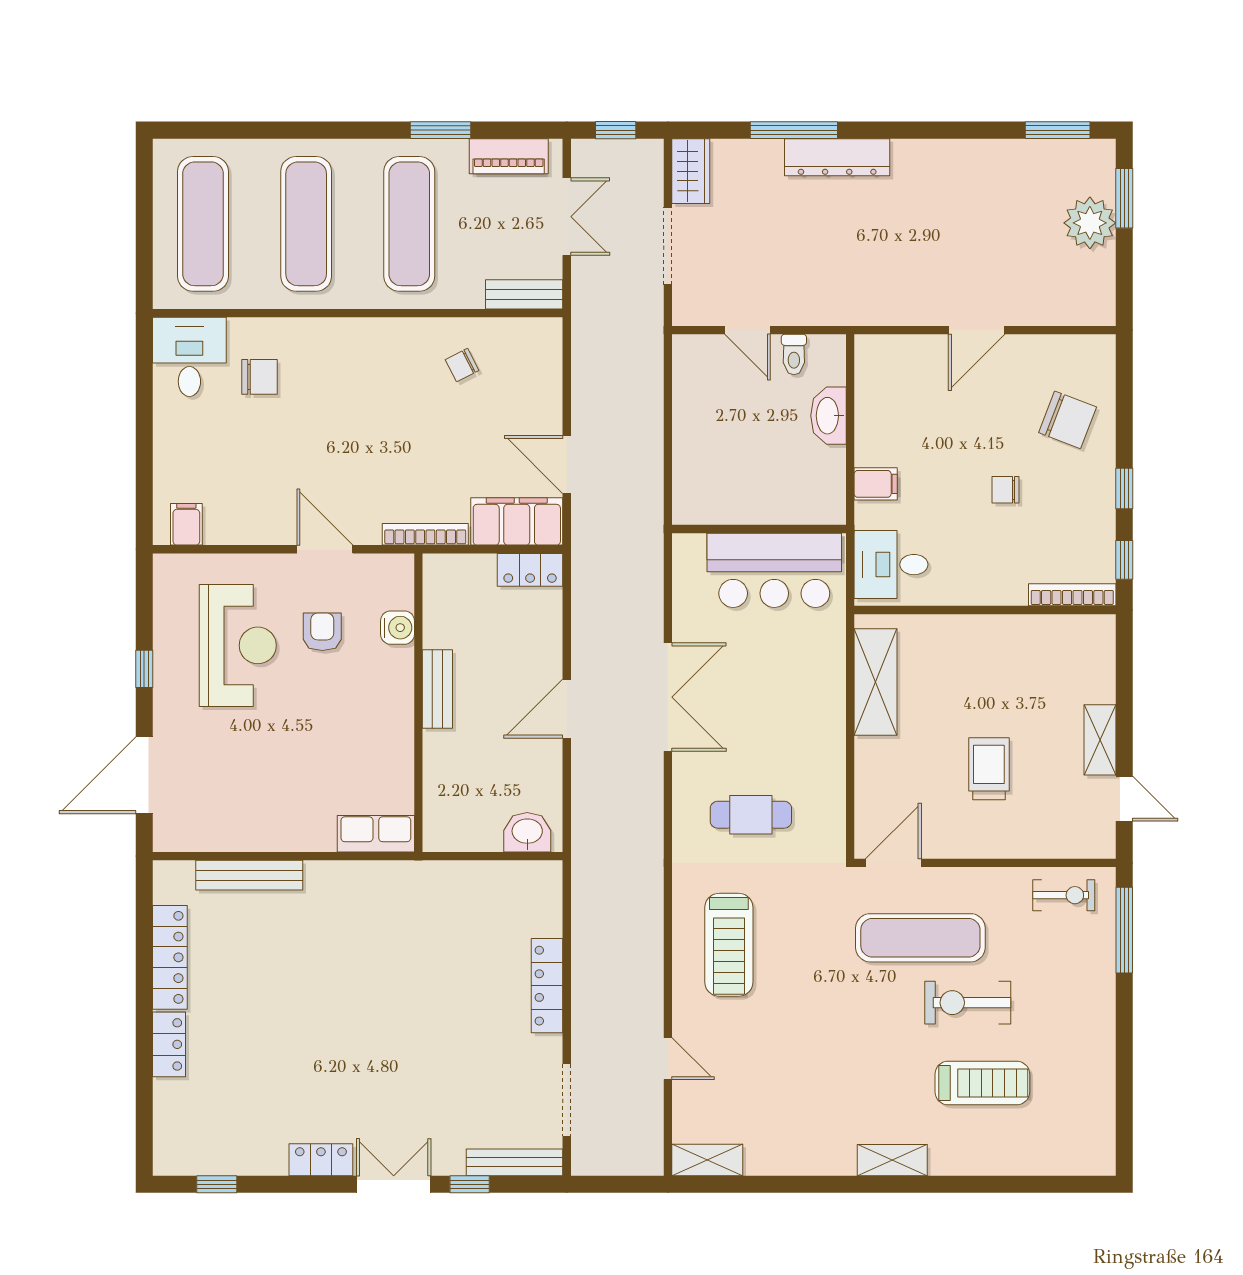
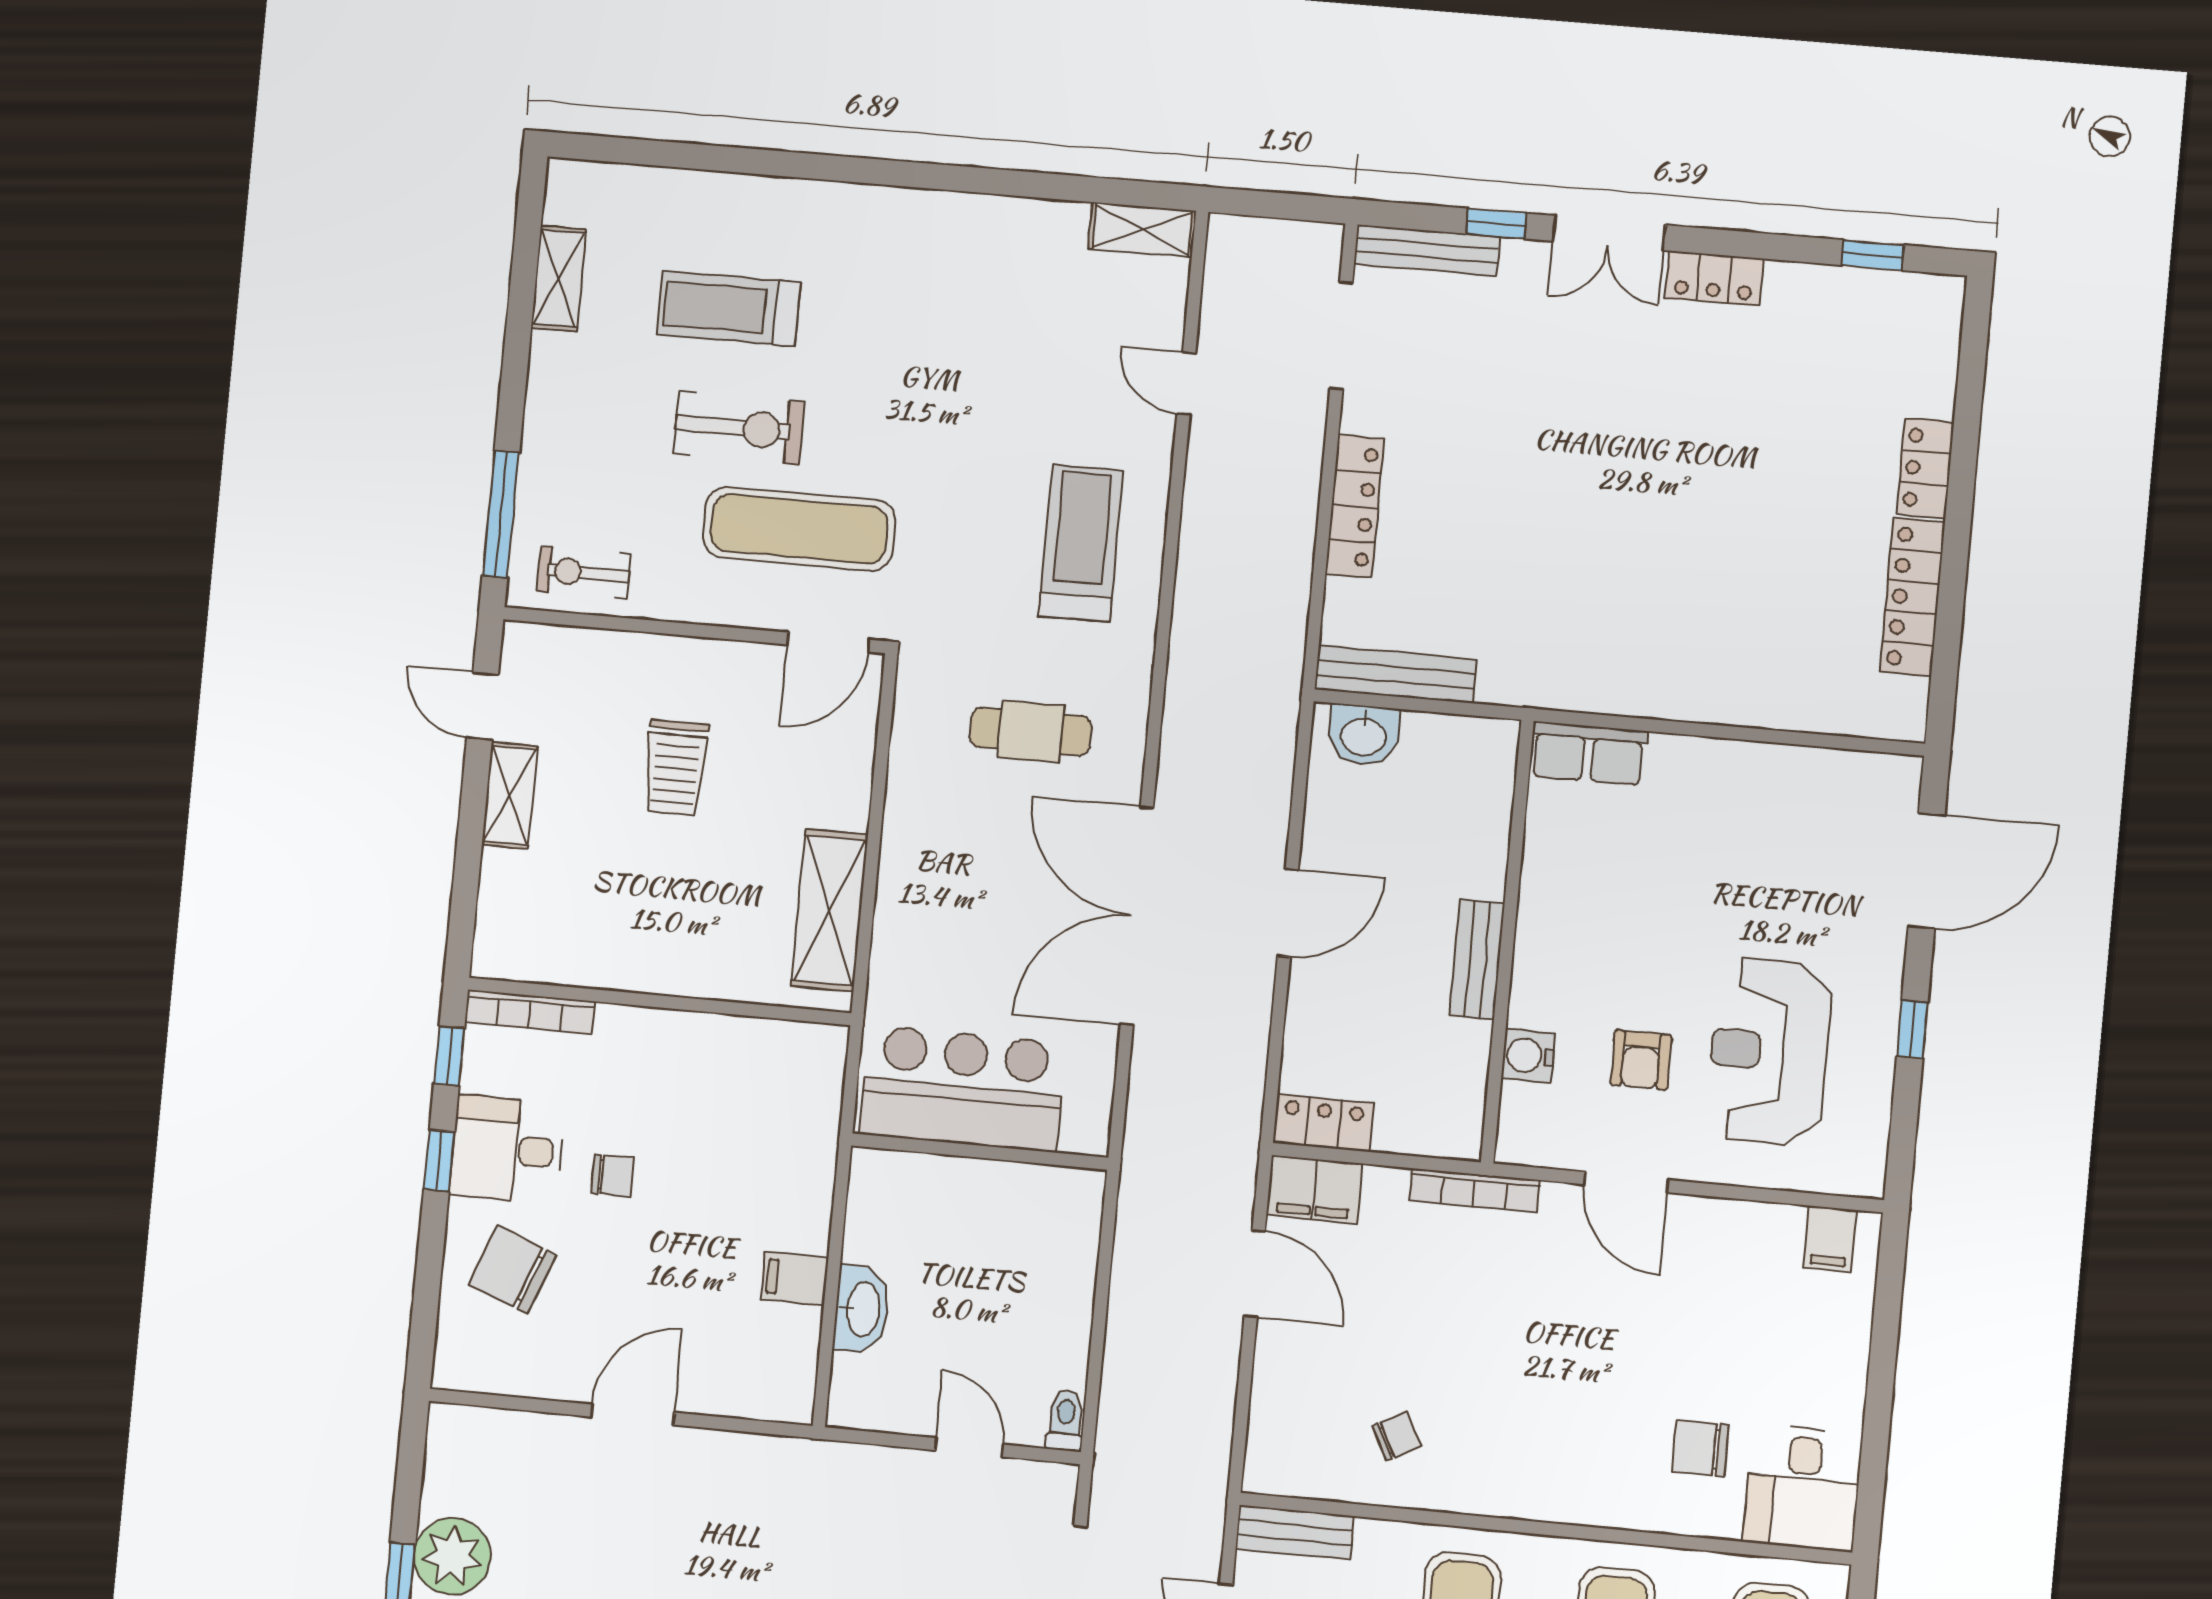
toilet: (794, 354) -> (1065, 1420), moved
filing cabinet: (876, 484) -> (795, 1278), moved
filing cabinet: (517, 521) -> (1314, 1189), width x0.67, depth x0.86
desk: (891, 565) -> (507, 1149), moved, turned 180
double door: (668, 697) -> (1137, 916), width x1.36
bench: (249, 875) -> (1396, 674), moved
shelving: (892, 1160) -> (559, 278), moved, turned 90

